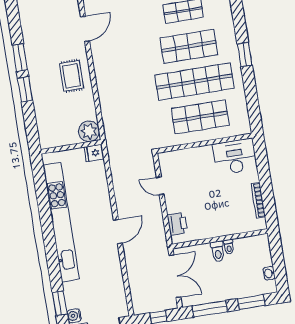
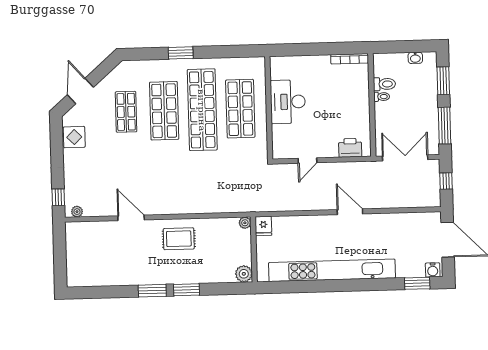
plant: (89, 131) -> (245, 223), width x0.53, depth x0.53
plant: (47, 141) -> (244, 274), added
desk: (235, 157) -> (288, 102), moved
bookcase: (258, 200) -> (350, 59), moved
toilet: (218, 252) -> (384, 84), moved

